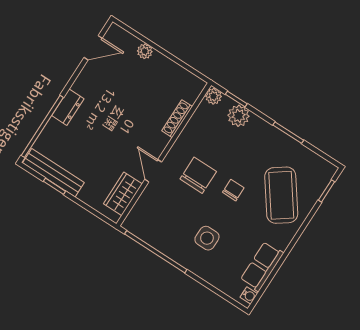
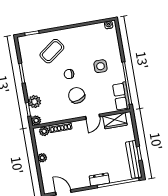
plant: (145, 51) -> (42, 158), moved
plant: (191, 94) -> (44, 131), added
chair: (198, 175) -> (77, 95), turned 72
coffee table: (281, 195) -> (52, 51), width x0.73, depth x0.76
row of seats: (262, 266) -> (121, 96), moved, turned 90

